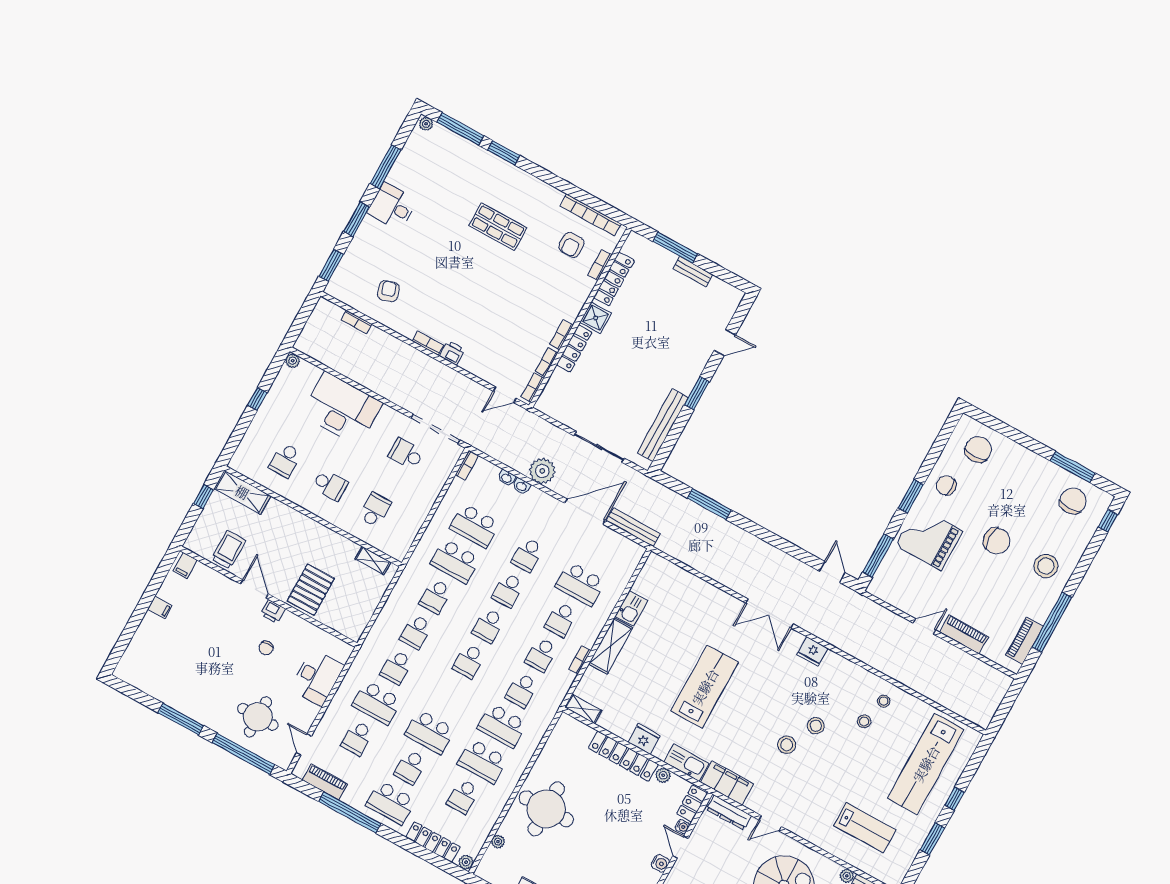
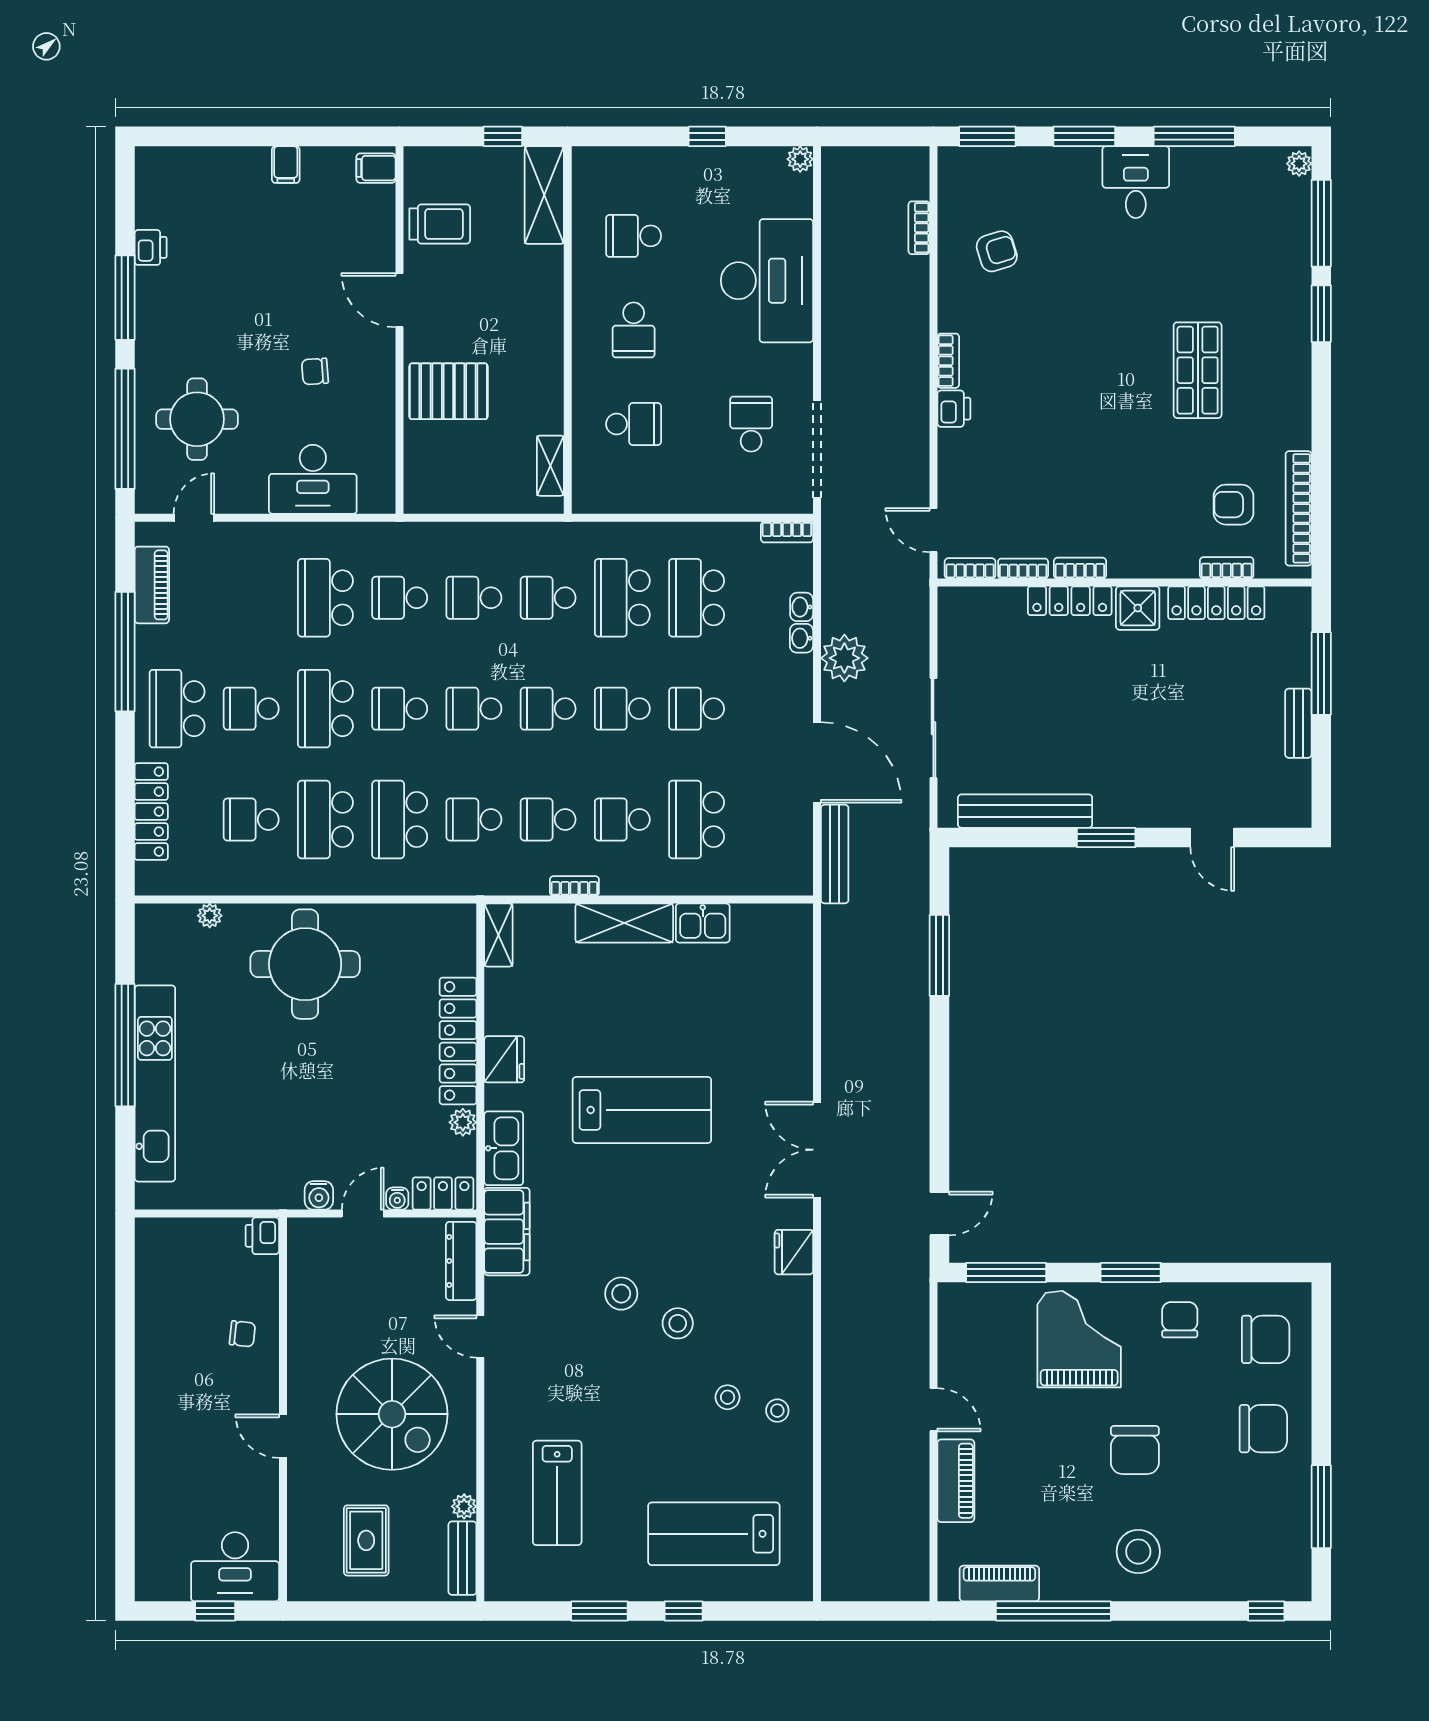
chair: (1073, 501) -> (1263, 1429), moved
door: (254, 589) -> (399, 300), swing flipped
printer: (273, 612) -> (151, 247), moved, turned 180
school desk: (357, 738) -> (400, 709), moved
lab bench: (926, 764) -> (714, 1534), width x0.73
plant: (466, 862) -> (148, 883), removed

